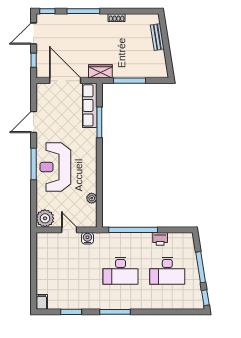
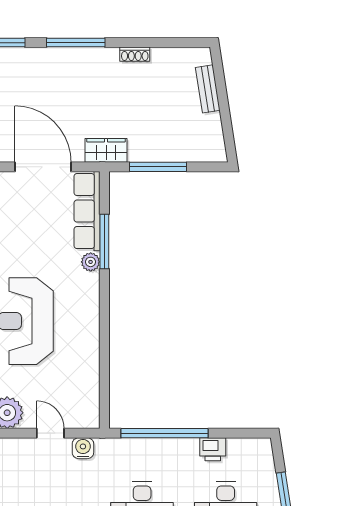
plant: (92, 198) -> (91, 262), moved

